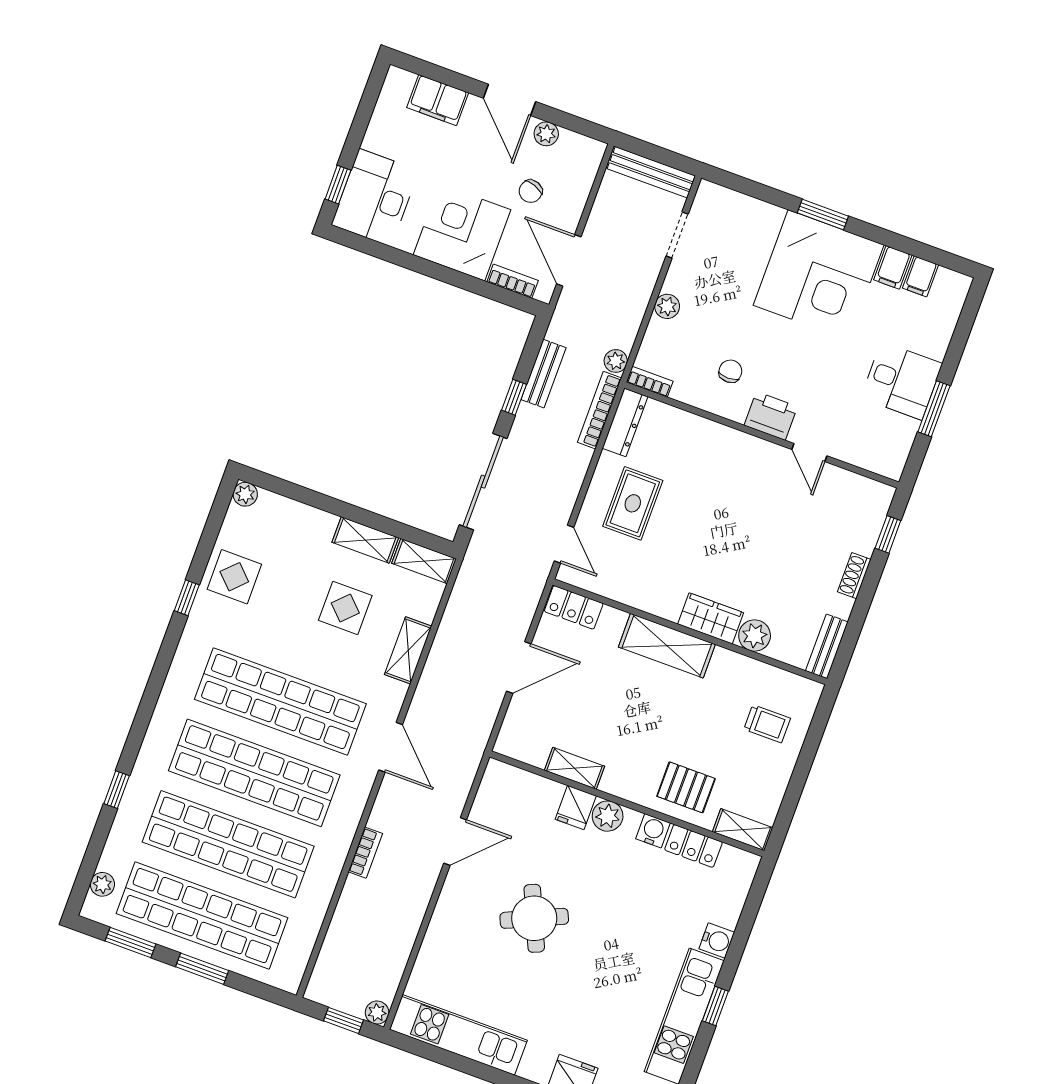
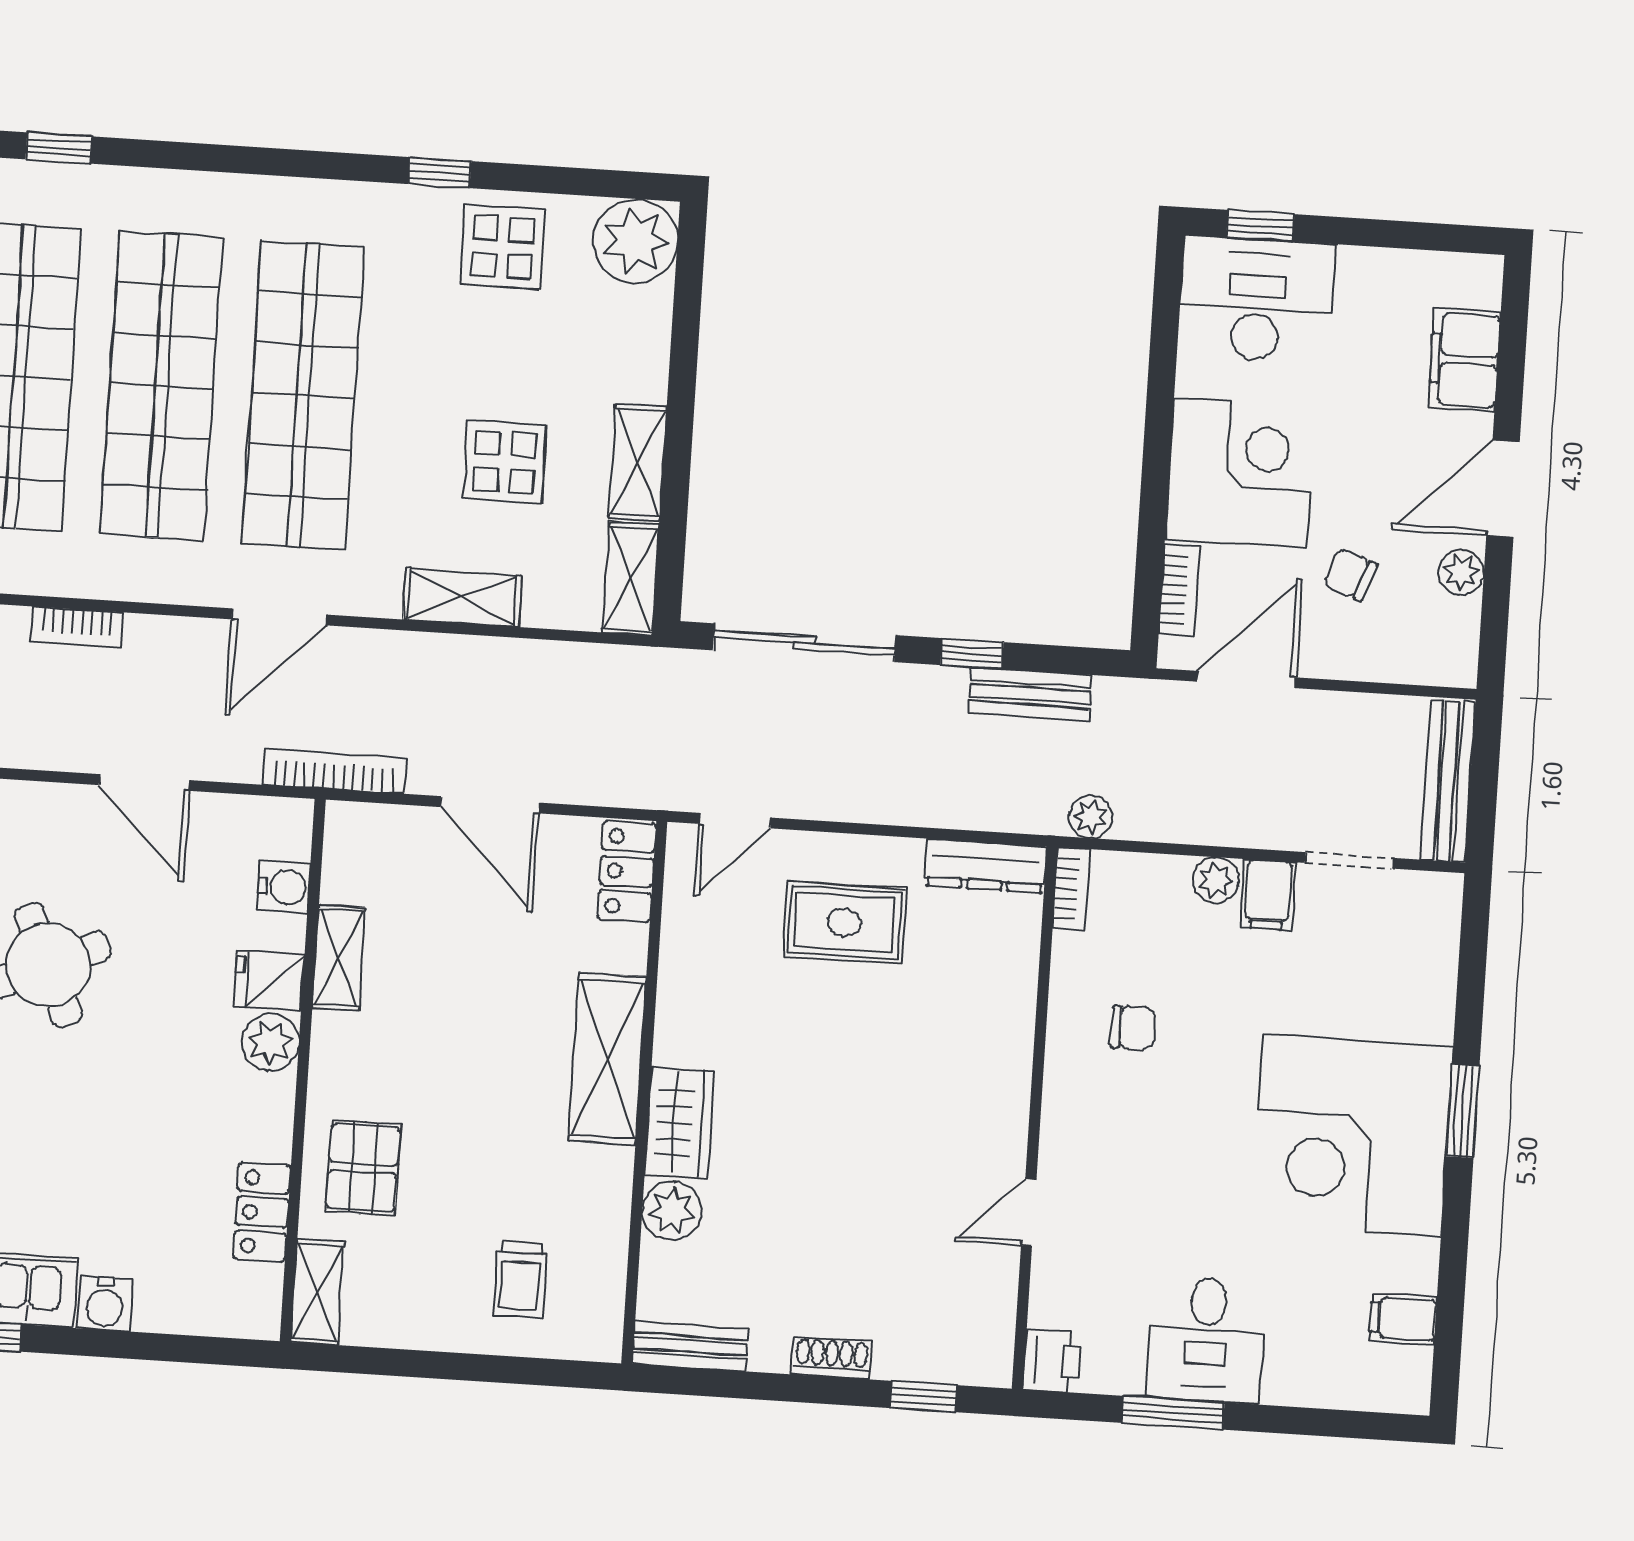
filing cabinet: (893, 267) -> (1268, 895), moved, turned -90
bookcase: (600, 410) -> (334, 771), moved
printer: (771, 416) -> (1052, 1361), moved, width x0.73, depth x0.81
plant: (245, 494) -> (635, 241), width x1.87, depth x1.87
water cooler: (653, 831) -> (284, 887), moved

